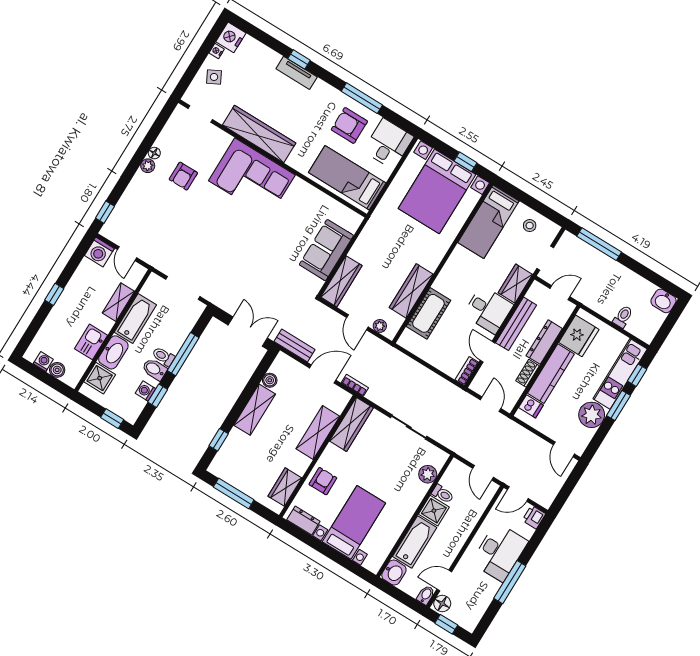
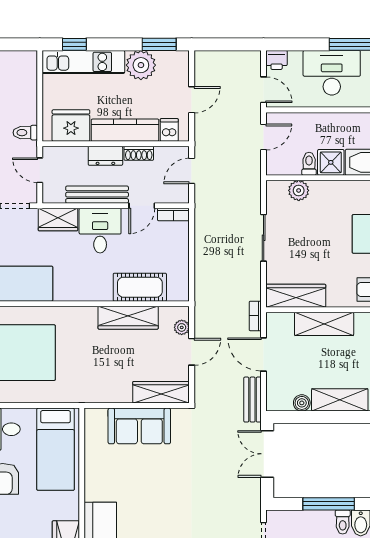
toilet: (623, 317) -> (25, 133), moved
dresser: (544, 342) -> (105, 156), width x0.70
window: (618, 405) -> (159, 44), moved
door: (564, 449) -> (192, 100), moved

